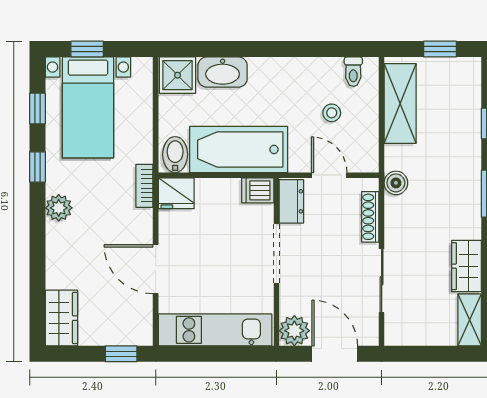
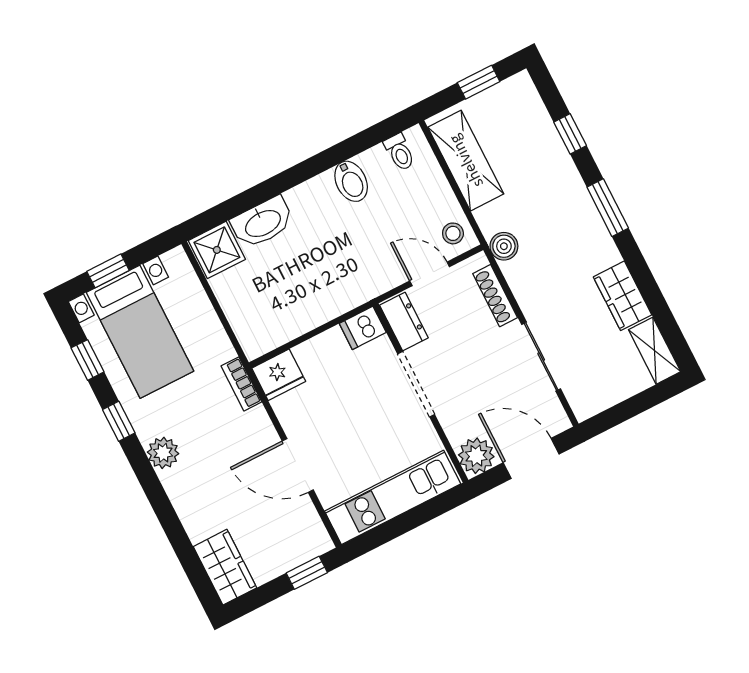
stool: (332, 113) -> (453, 233), moved
bathtub: (239, 149) -> (321, 295), removed
bidet: (175, 155) -> (351, 181), moved, turned 180

